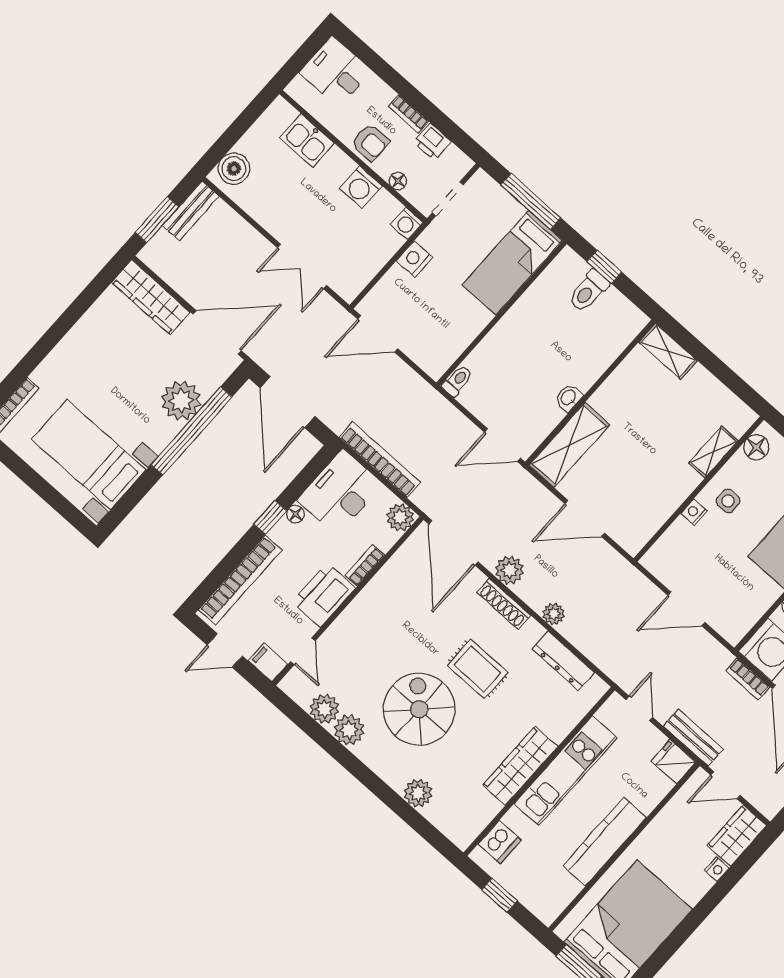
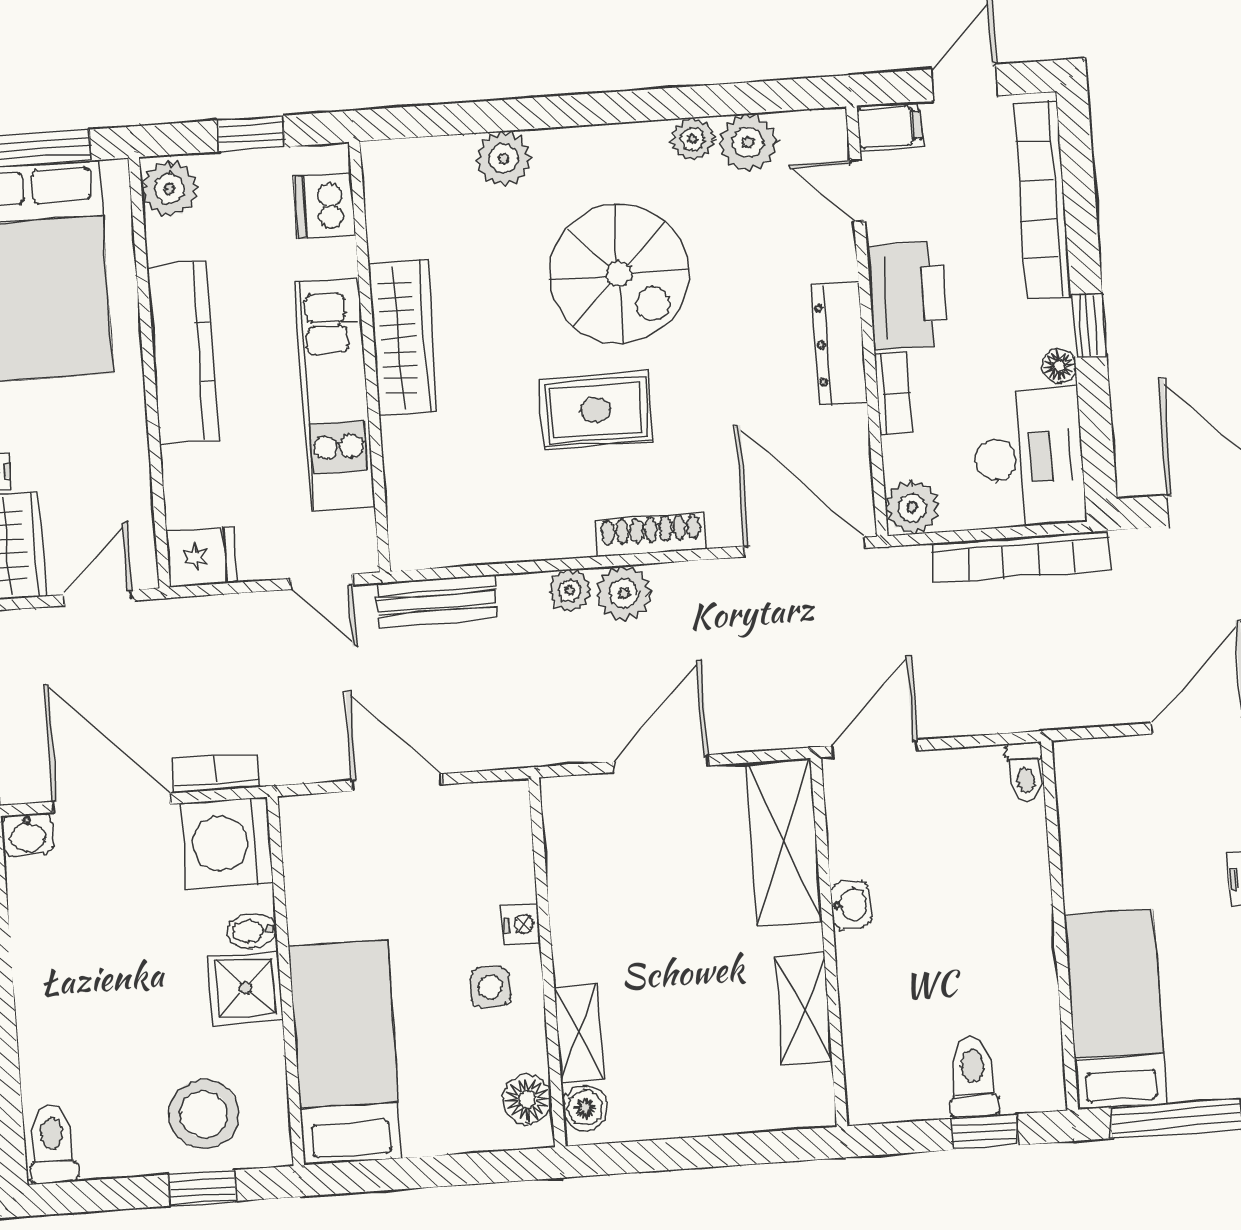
shelving: (668, 351) -> (804, 1009), moved, turned 90
boiler: (739, 423) -> (585, 1108), added
plant: (509, 570) -> (623, 593), moved
door: (686, 609) -> (397, 782), hinge flipped
dresser: (563, 661) -> (840, 344), moved, turned -90
plant: (349, 730) -> (693, 139), width x0.73, depth x0.73
bench: (693, 738) -> (437, 601), moved
plant: (549, 905) -> (169, 189), added

